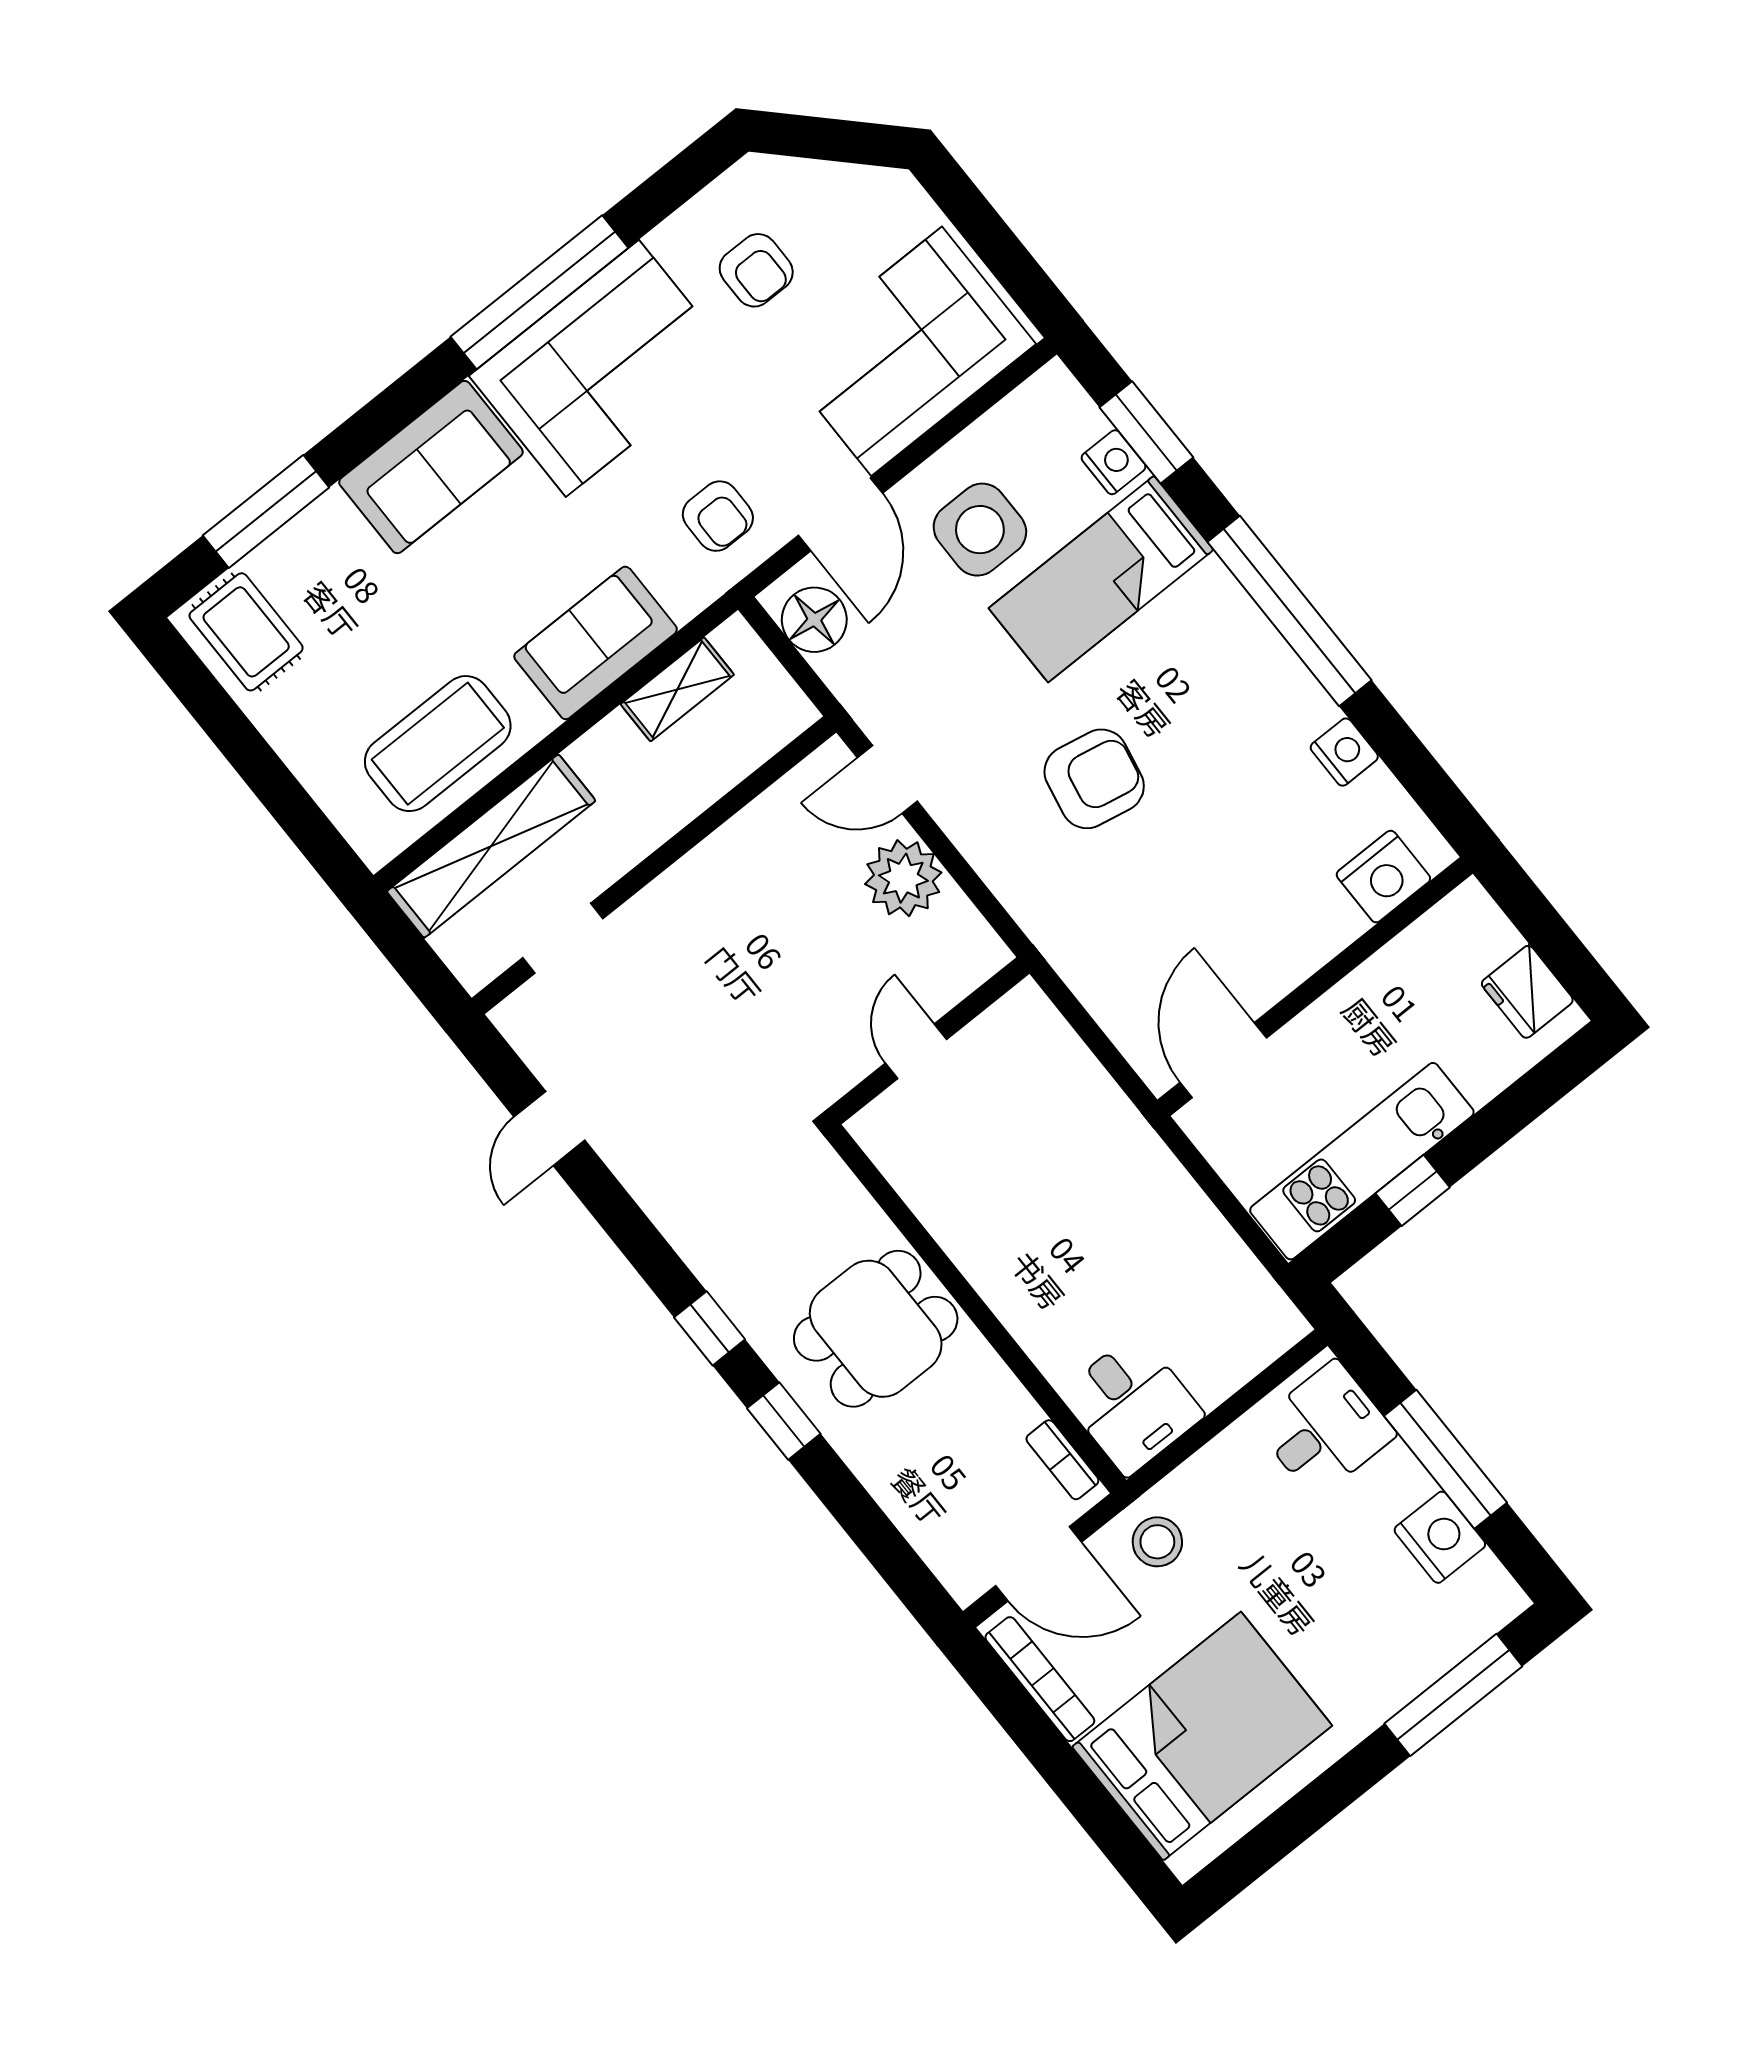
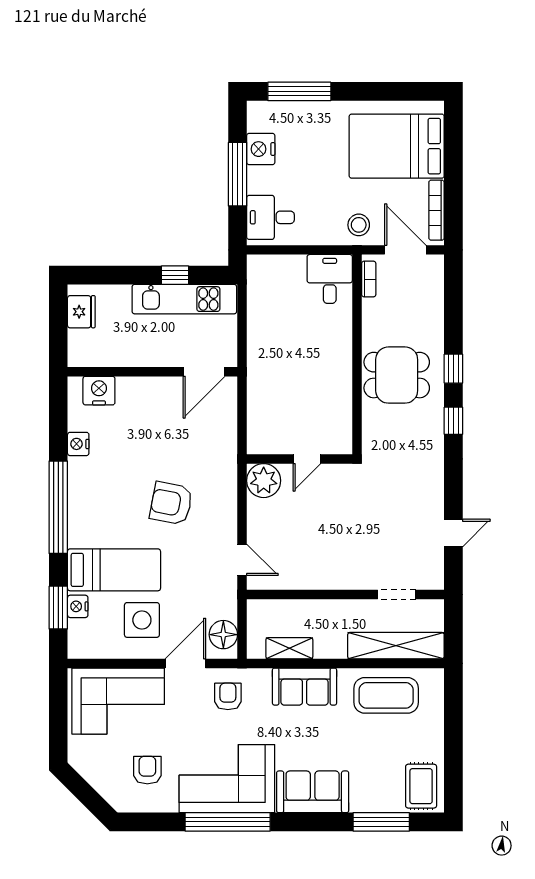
plant: (903, 878) -> (264, 481), moved

